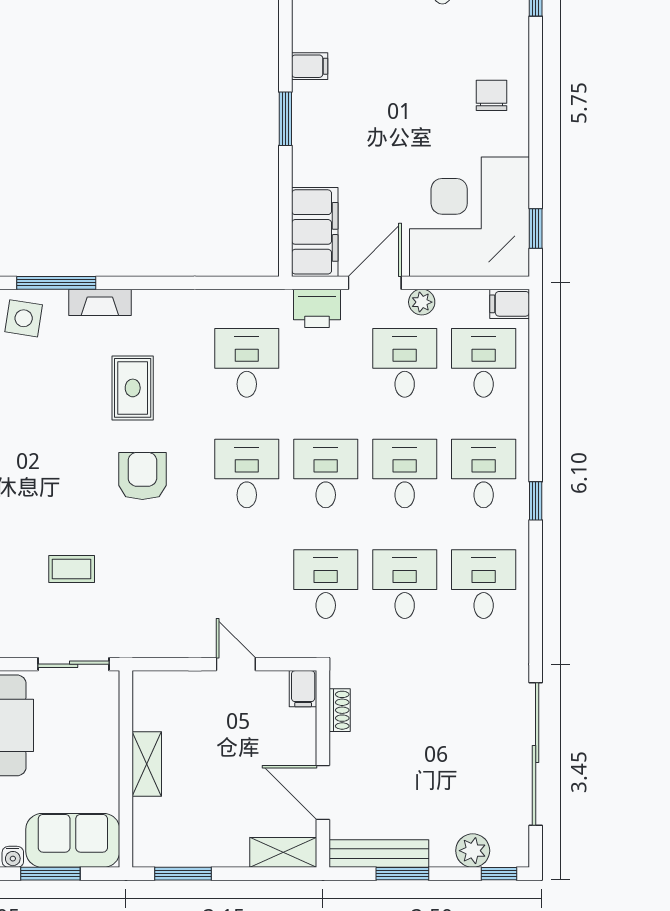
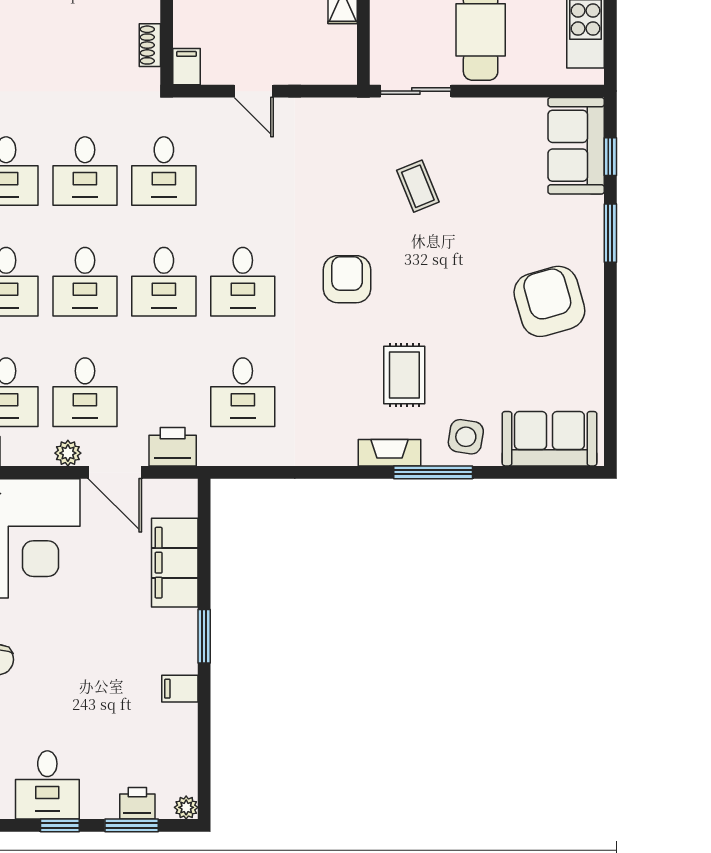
filing cabinet: (315, 232) -> (175, 563), moved
door: (375, 283) -> (115, 472), hinge flipped
rug: (133, 388) -> (404, 375), moved
armchair: (142, 476) -> (347, 279), turned 180
coffee table: (72, 569) -> (418, 186), turned 68

